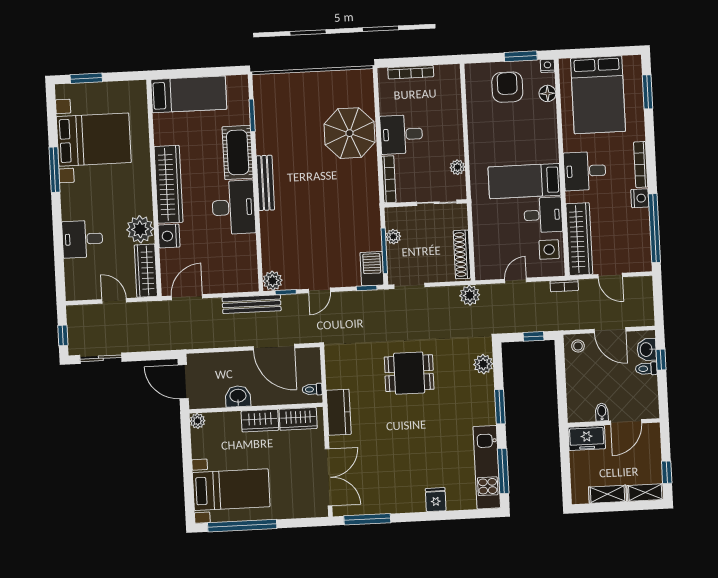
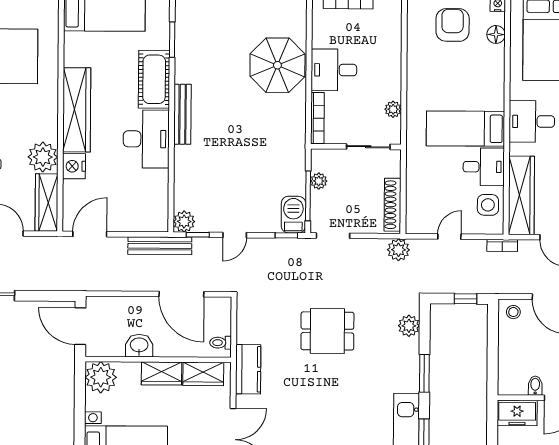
plant: (198, 421) -> (101, 377), width x1.88, depth x1.88

